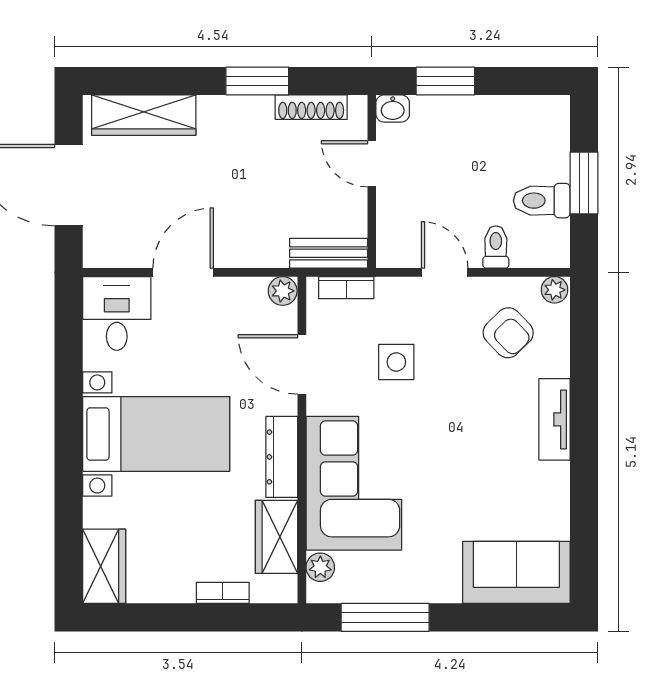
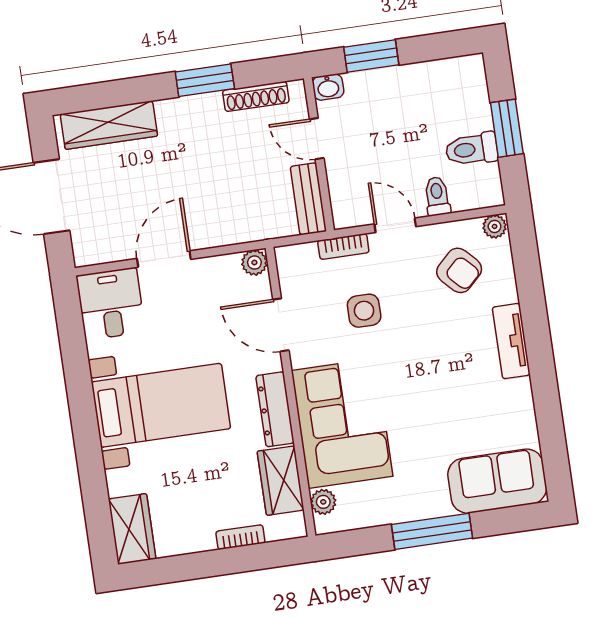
bench: (329, 253) -> (308, 199), moved, turned 90
bookcase: (346, 288) -> (343, 247), moved
window: (385, 617) -> (432, 531), moved

